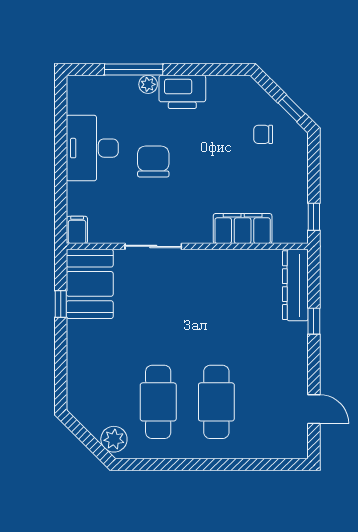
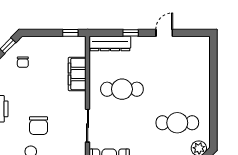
chair: (153, 162) -> (39, 126), turned -90
cafe table: (216, 402) -> (122, 89), moved
door: (314, 409) -> (164, 33), moved

